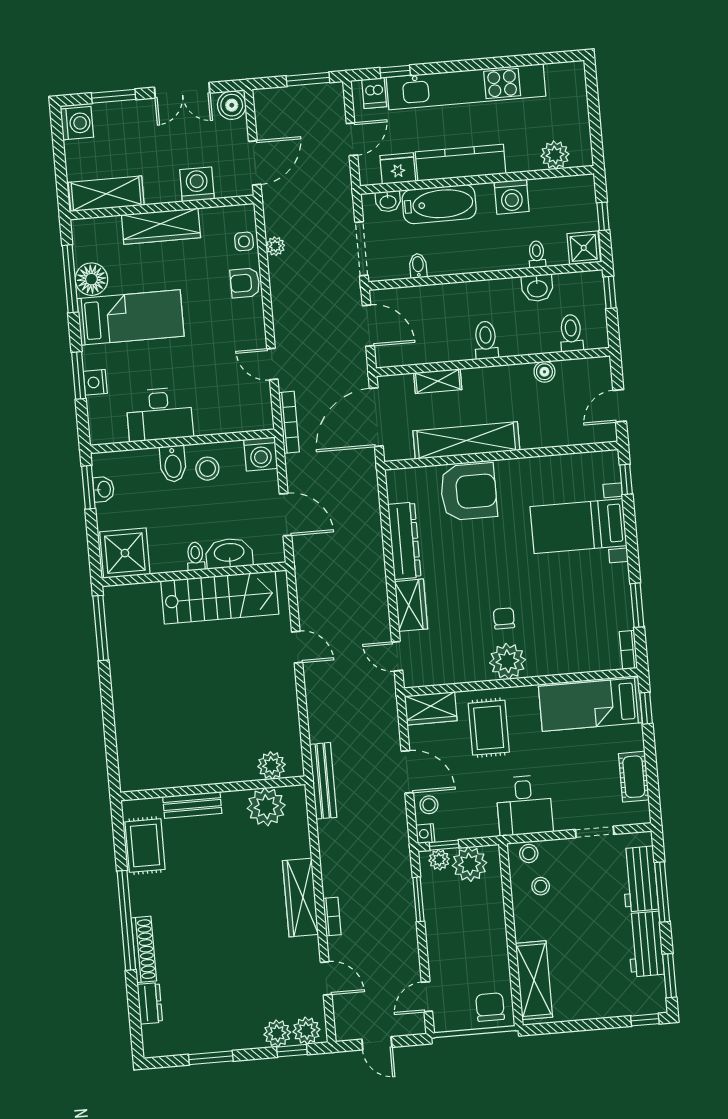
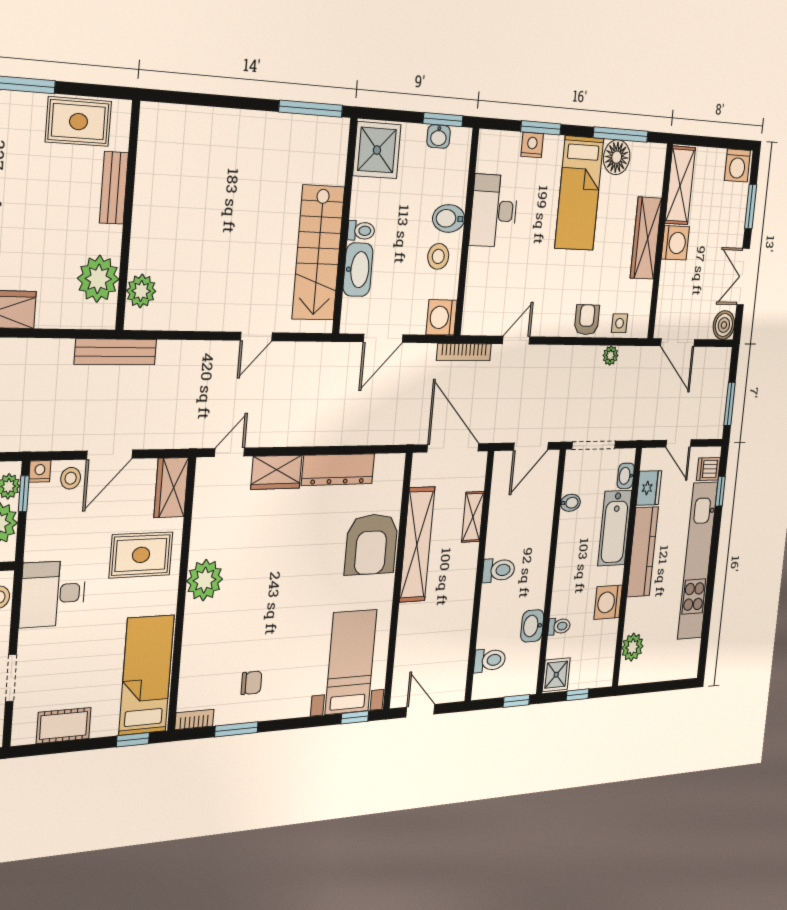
washing machine: (197, 184) -> (675, 243), moved
boiler: (544, 372) -> (462, 631), removed
bed with nightstands: (578, 526) -> (351, 662), moved
chair: (504, 618) -> (251, 683), moved

